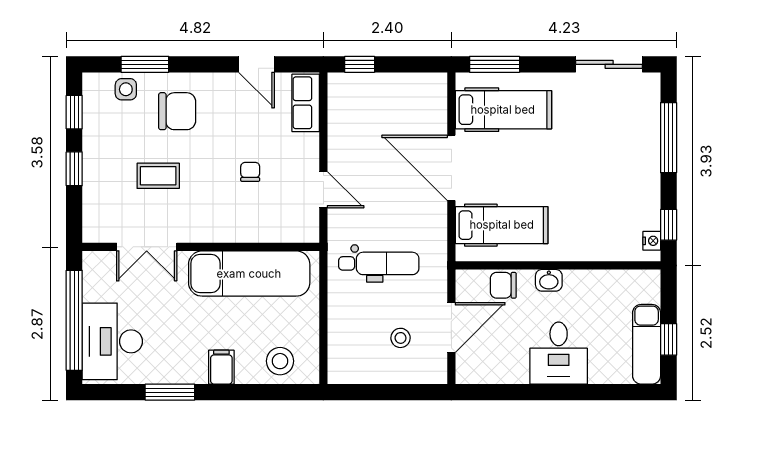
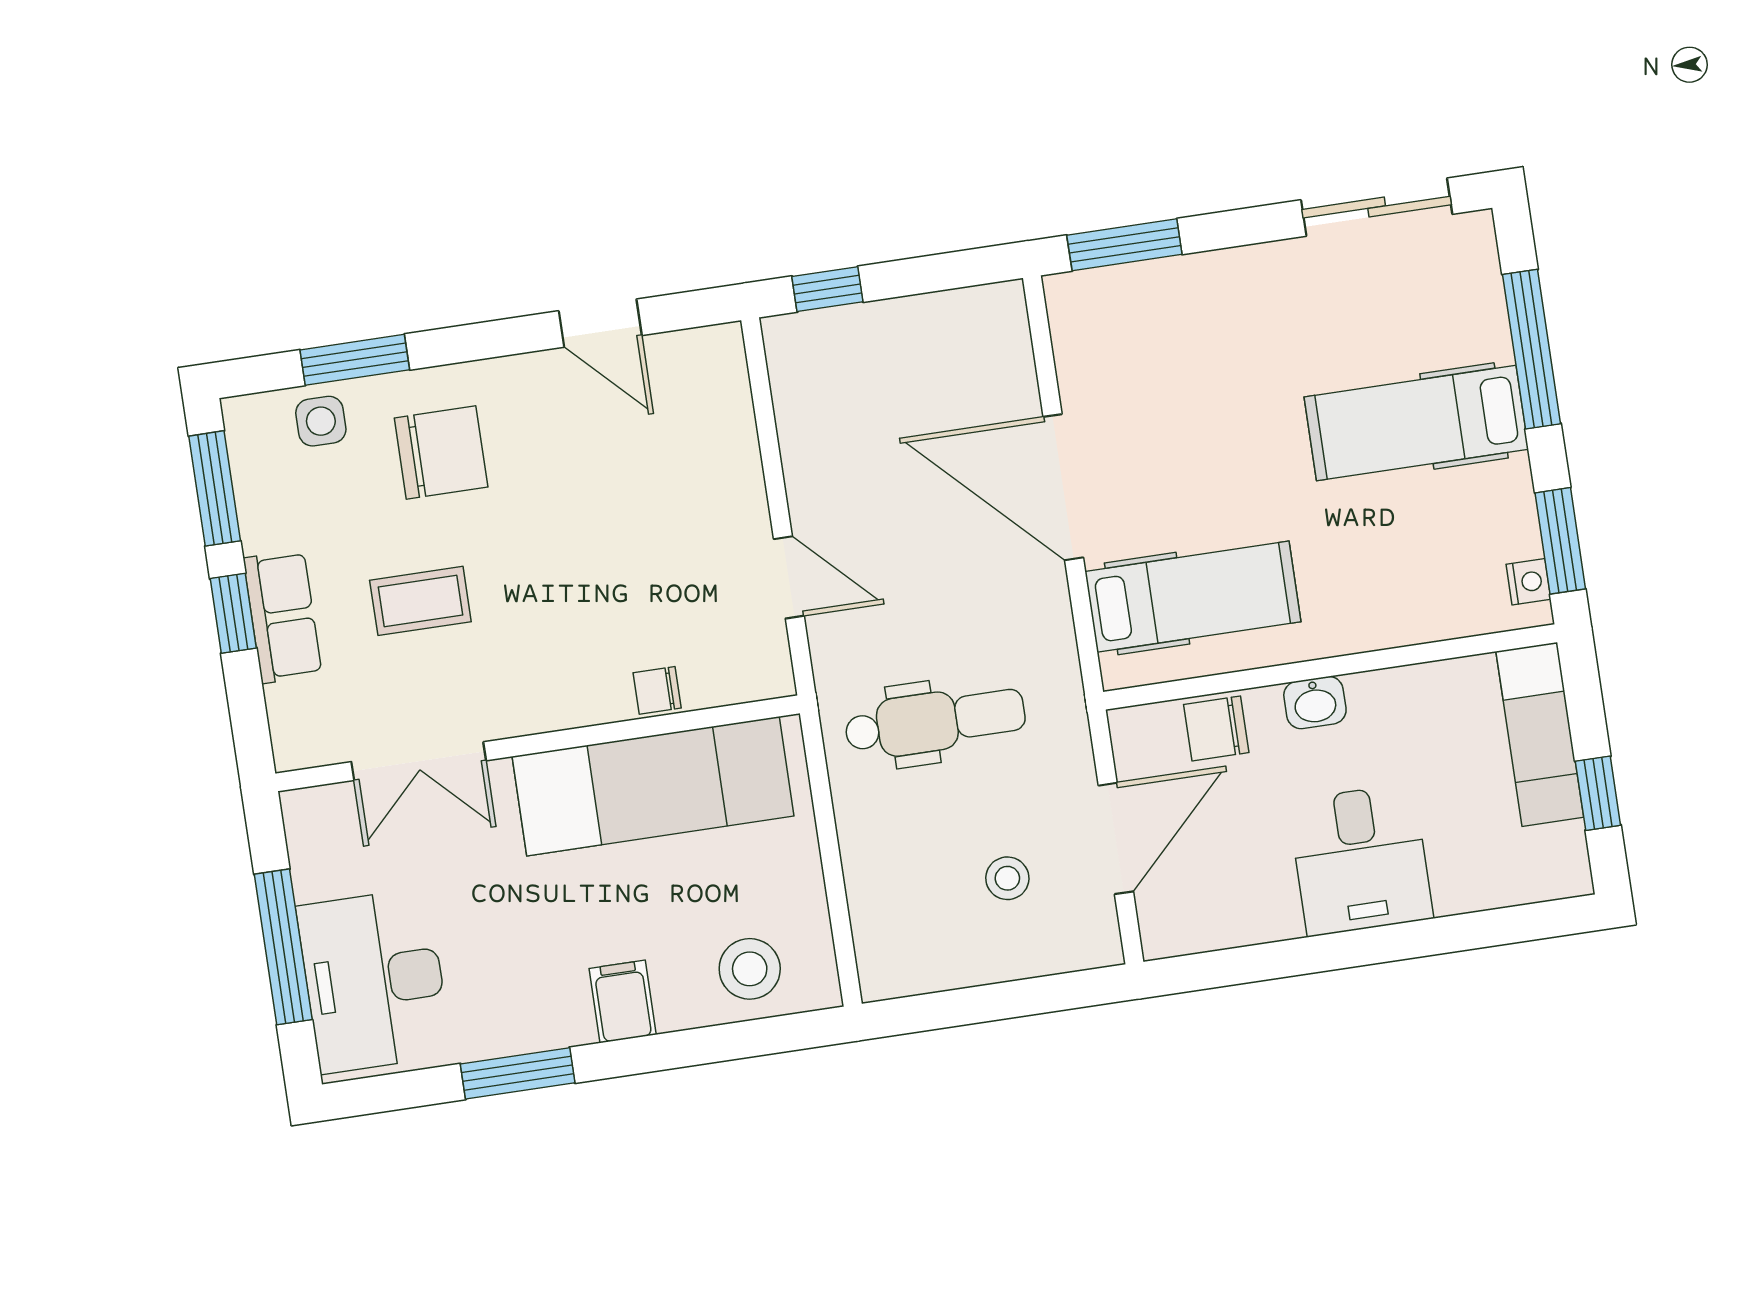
row of seats: (306, 103) -> (283, 617), moved, turned 180
hospital bed: (503, 110) -> (1416, 423), moved, turned 180
window: (74, 112) -> (215, 488), width x1.50
chair: (250, 172) -> (657, 690), moved, turned -90
window: (669, 225) -> (1560, 541), width x1.50
window: (74, 320) -> (283, 947), width x0.68
exam couch: (647, 344) -> (1540, 734), moved

